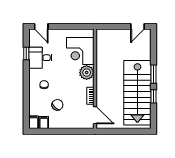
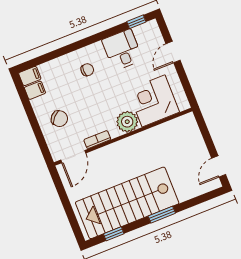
door: (41, 26) -> (173, 52), moved
door: (137, 26) -> (219, 166), hinge flipped
window: (26, 53) -> (136, 22), moved
window: (154, 96) -> (114, 234), moved
chair: (57, 105) -> (59, 119), moved

